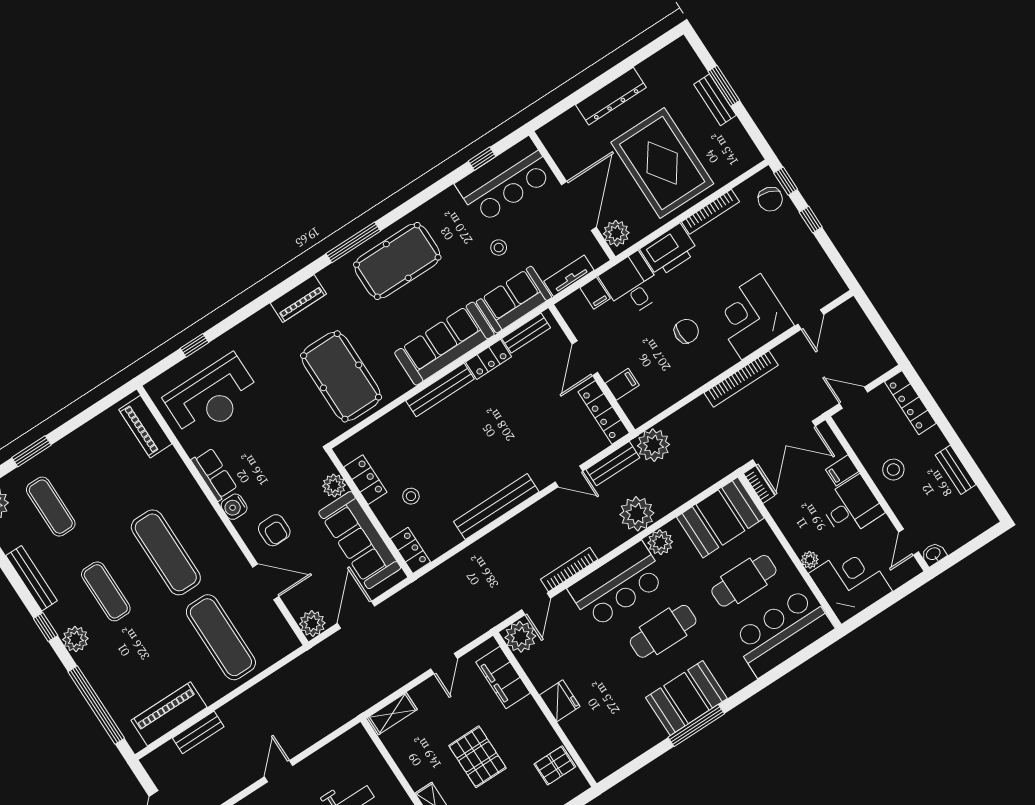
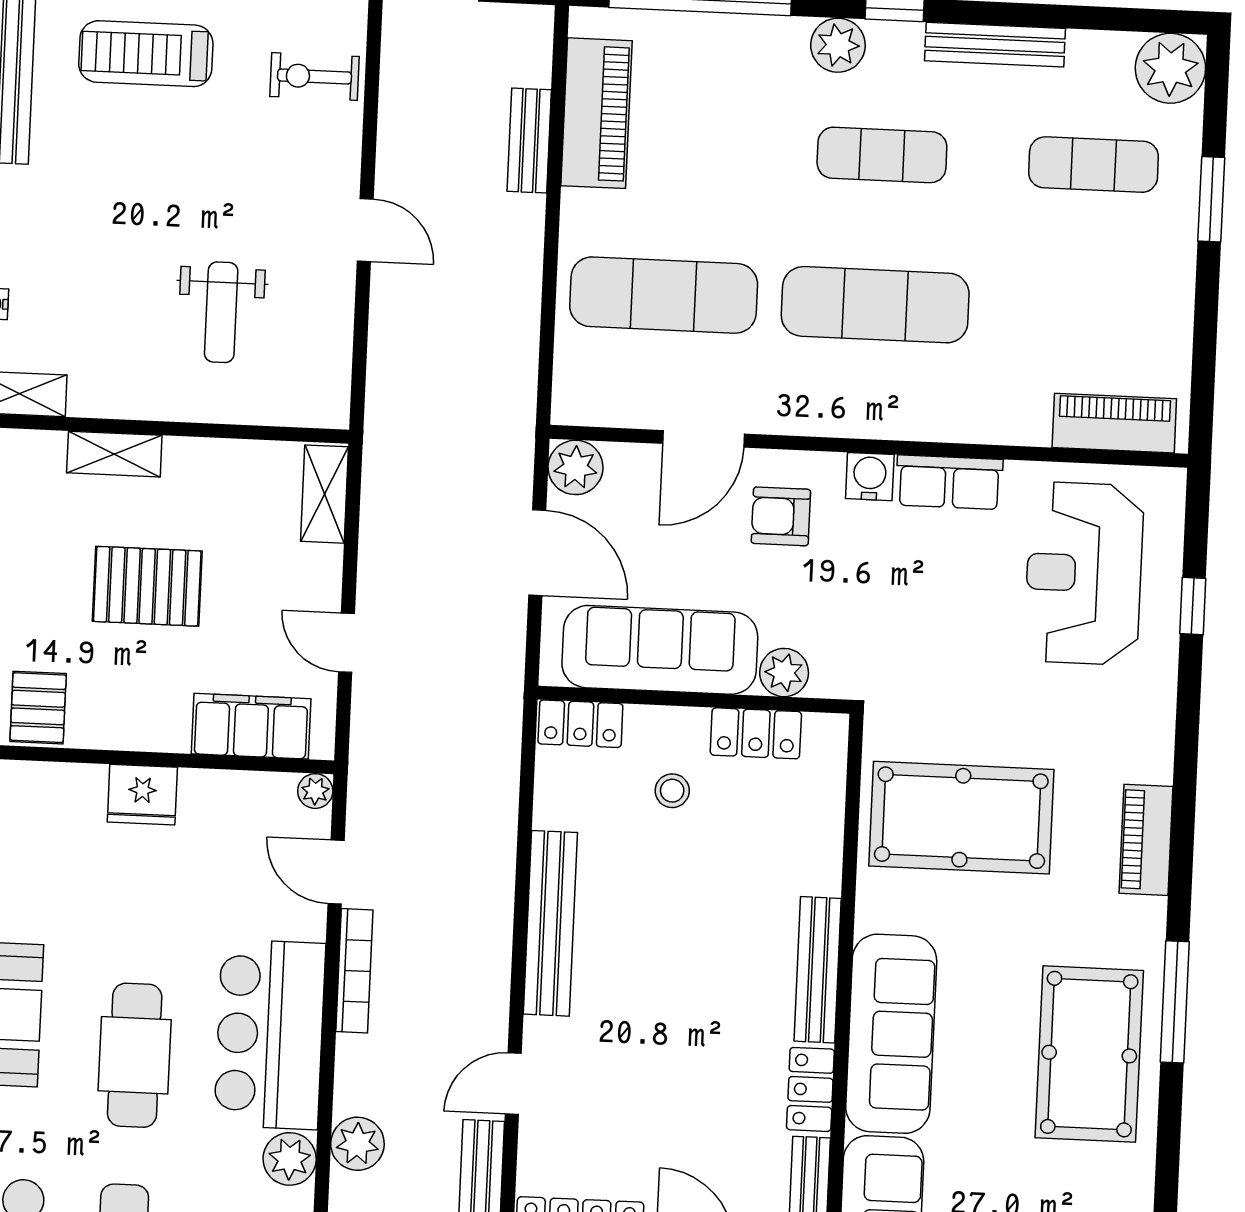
plant: (637, 514) -> (357, 1144), width x0.73, depth x0.73
plant: (520, 637) -> (315, 791), width x0.53, depth x0.53

